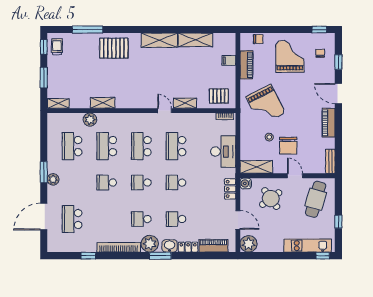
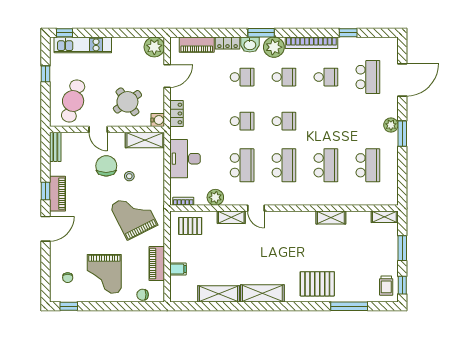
window: (338, 62) -> (46, 191), moved
door: (338, 94) -> (46, 229), hinge flipped
plant: (90, 120) -> (215, 197), moved
school desk: (107, 183) -> (326, 77), moved
door: (238, 220) -> (167, 76), swing flipped

